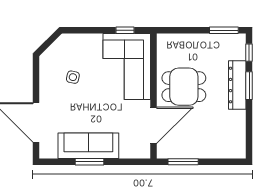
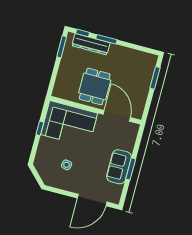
window: (125, 30) -> (40, 128), moved
dresser: (237, 85) -> (91, 44), moved
sofa: (88, 146) -> (119, 167), width x0.73
window: (183, 162) -> (155, 78), moved

